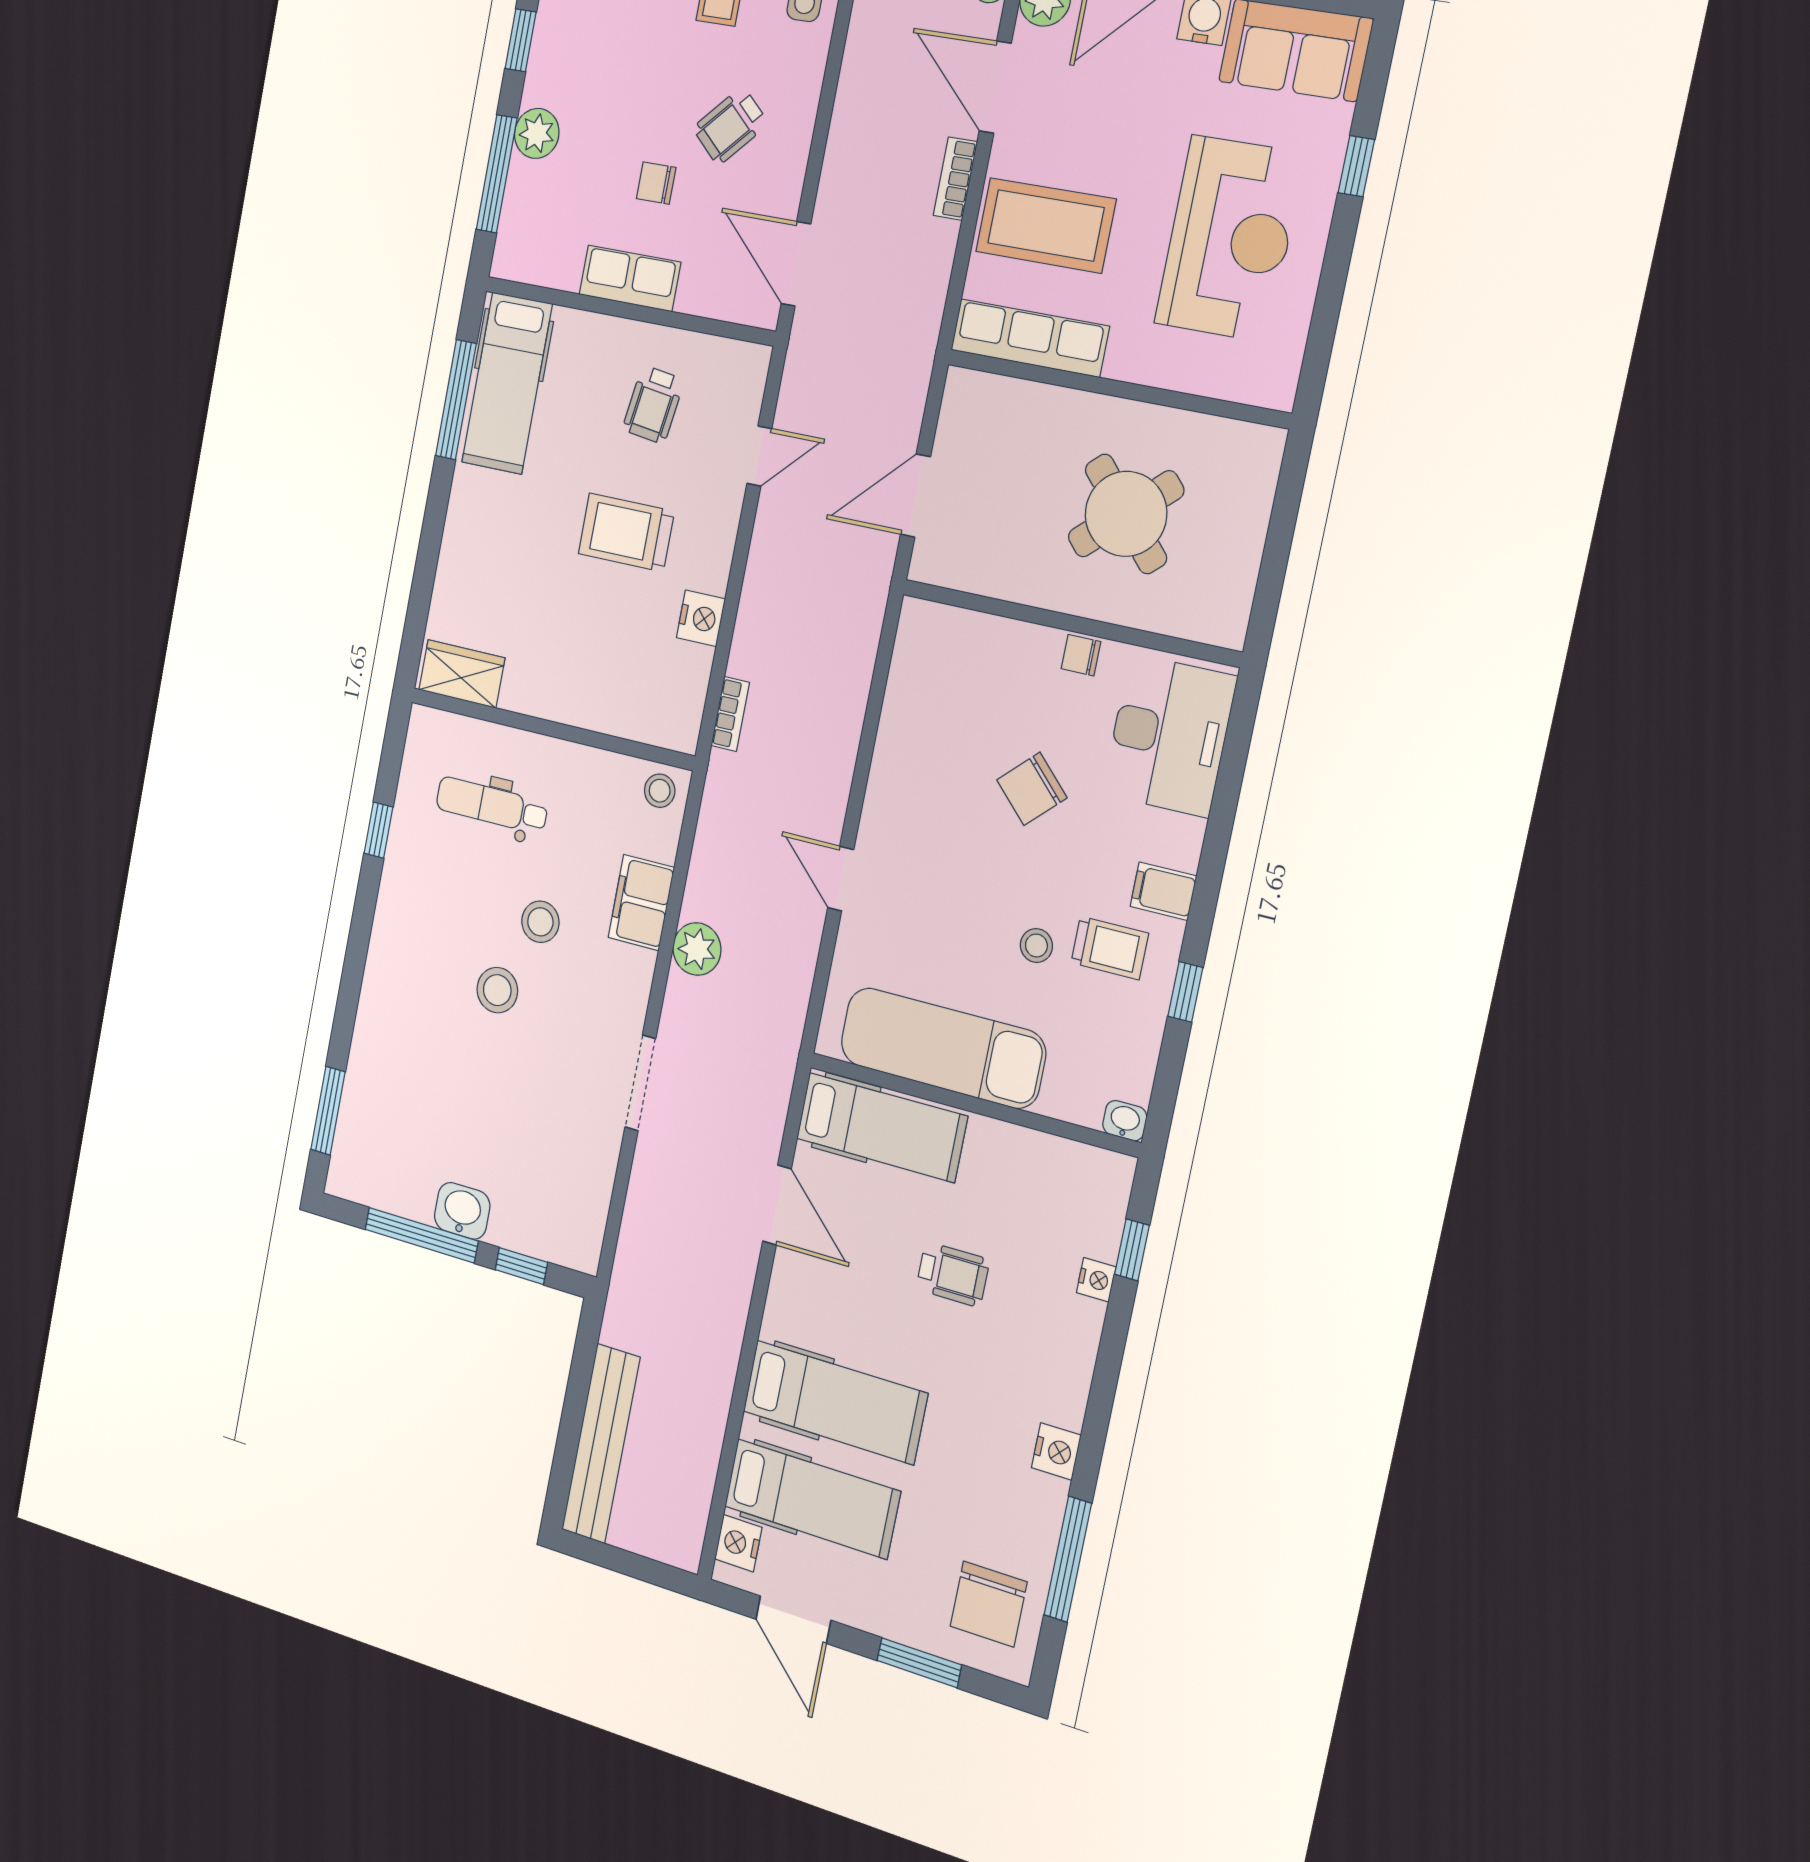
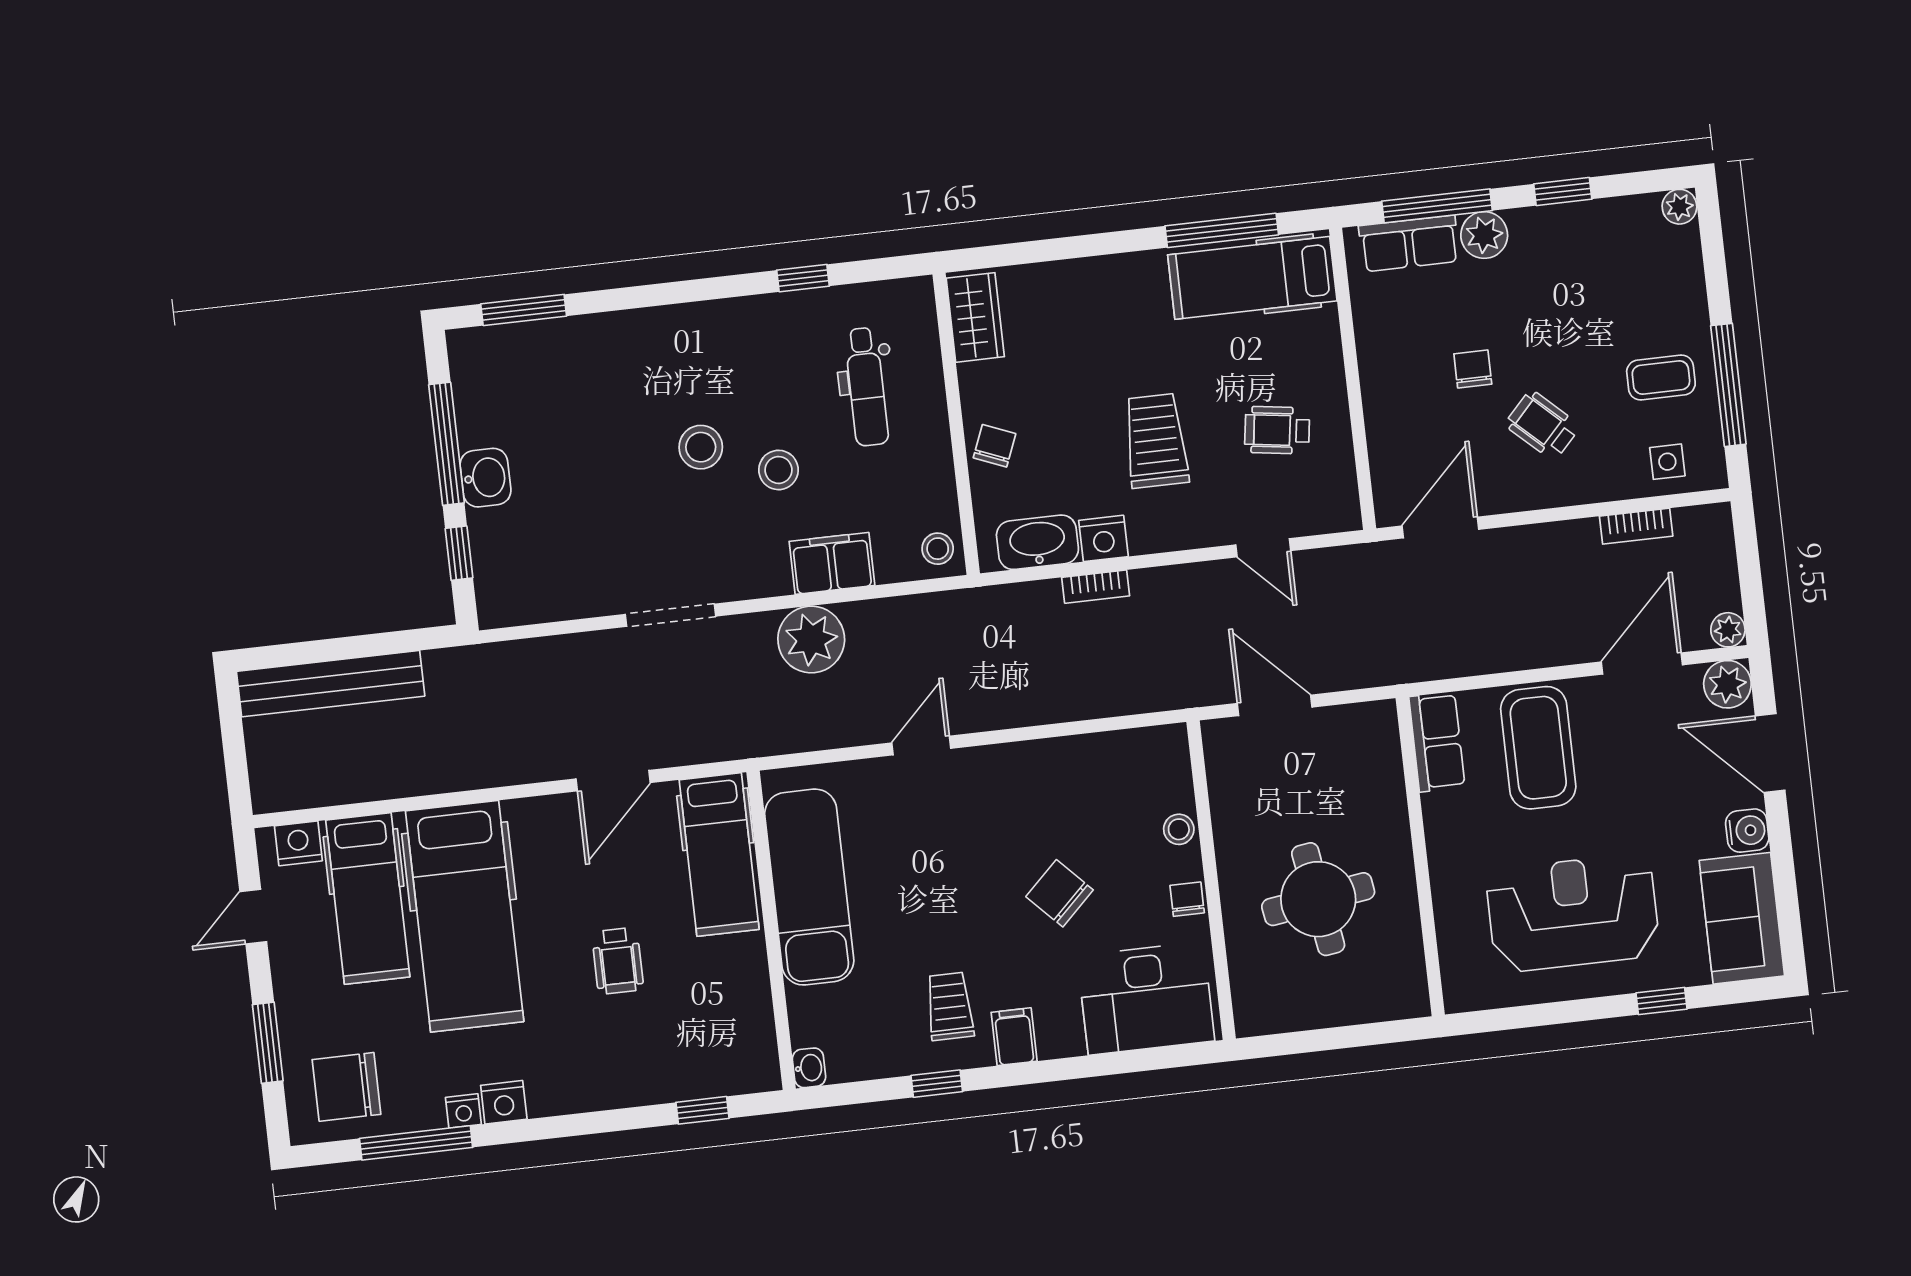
bookcase: (955, 179) -> (1636, 526), moved, turned 180
reception desk: (1229, 238) -> (1573, 913), turned 180
row of seats: (630, 278) -> (1409, 243), moved, turned 90
row of seats: (1030, 338) -> (1437, 742), width x0.68
round table: (1126, 514) -> (1318, 899), turned 33
washbasin: (684, 687) -> (1037, 542), added
chair: (582, 698) -> (994, 446), added
bookcase: (730, 714) -> (1096, 587), moved
dental chair: (492, 805) -> (866, 387), turned 180
stool: (1036, 946) -> (1179, 829), moved
trolley: (1110, 948) -> (950, 1006), turned 180
plant: (697, 949) -> (811, 639), width x1.36, depth x1.36
nightstand: (1096, 1280) -> (463, 1111), moved
hospital bed: (835, 1402) -> (465, 916), width x1.37, depth x1.29
door: (793, 1620) -> (253, 917), width x0.73

